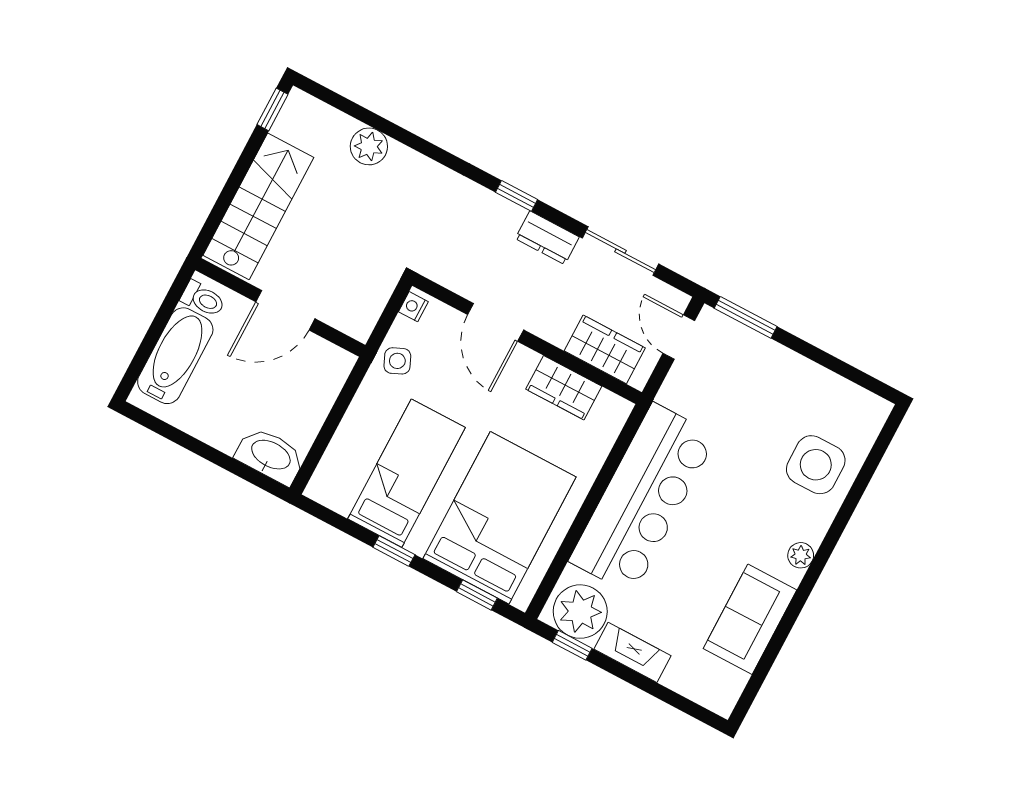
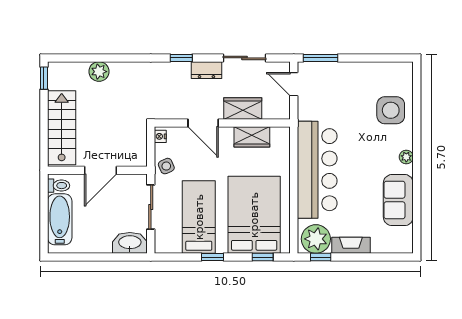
wardrobe: (605, 349) -> (243, 109), moved
sliding door: (336, 415) -> (151, 207), added

